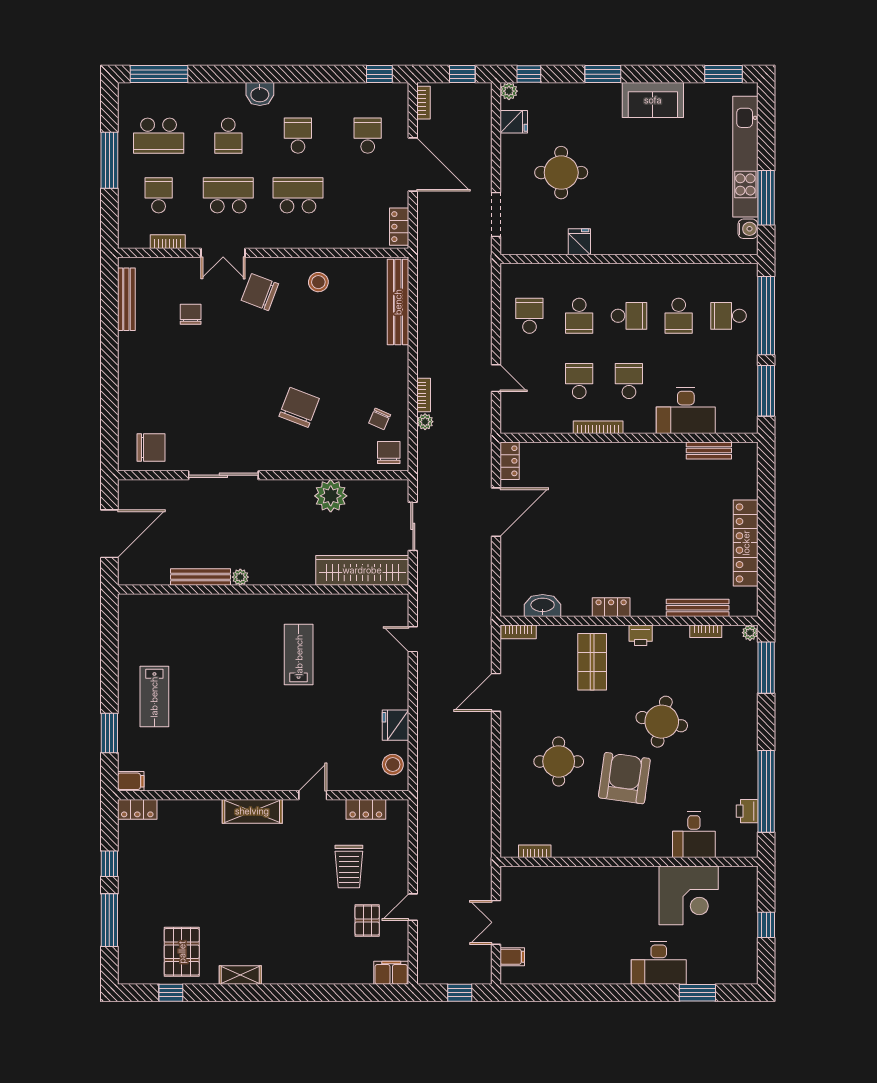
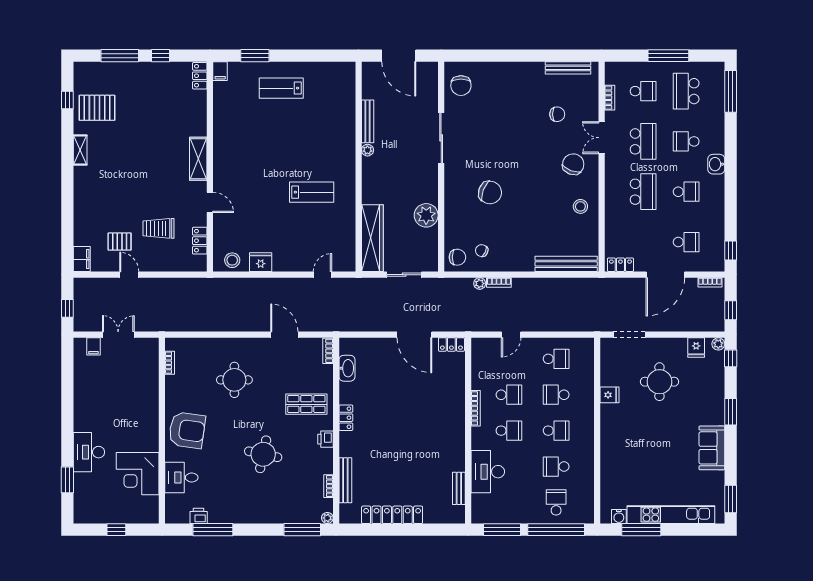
school desk: (629, 316) -> (556, 431), turned -90
armchair: (624, 778) -> (187, 430), moved
window: (766, 791) -> (213, 530), width x0.68

